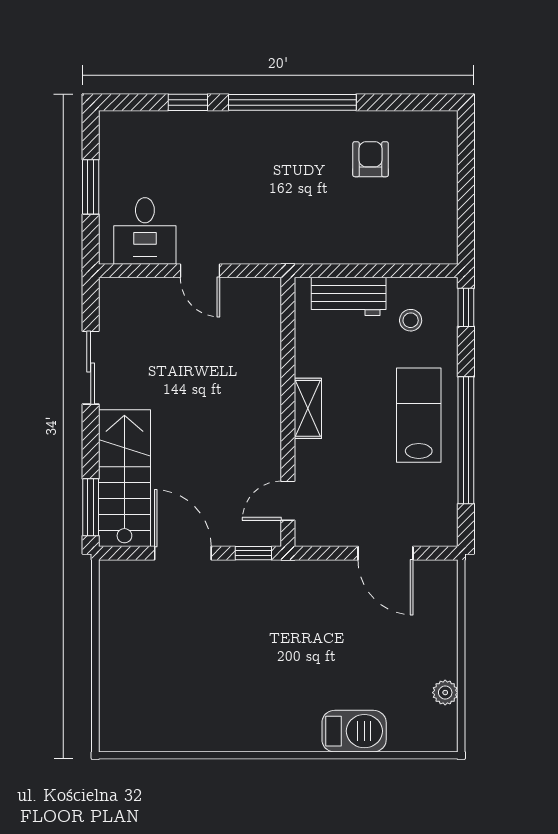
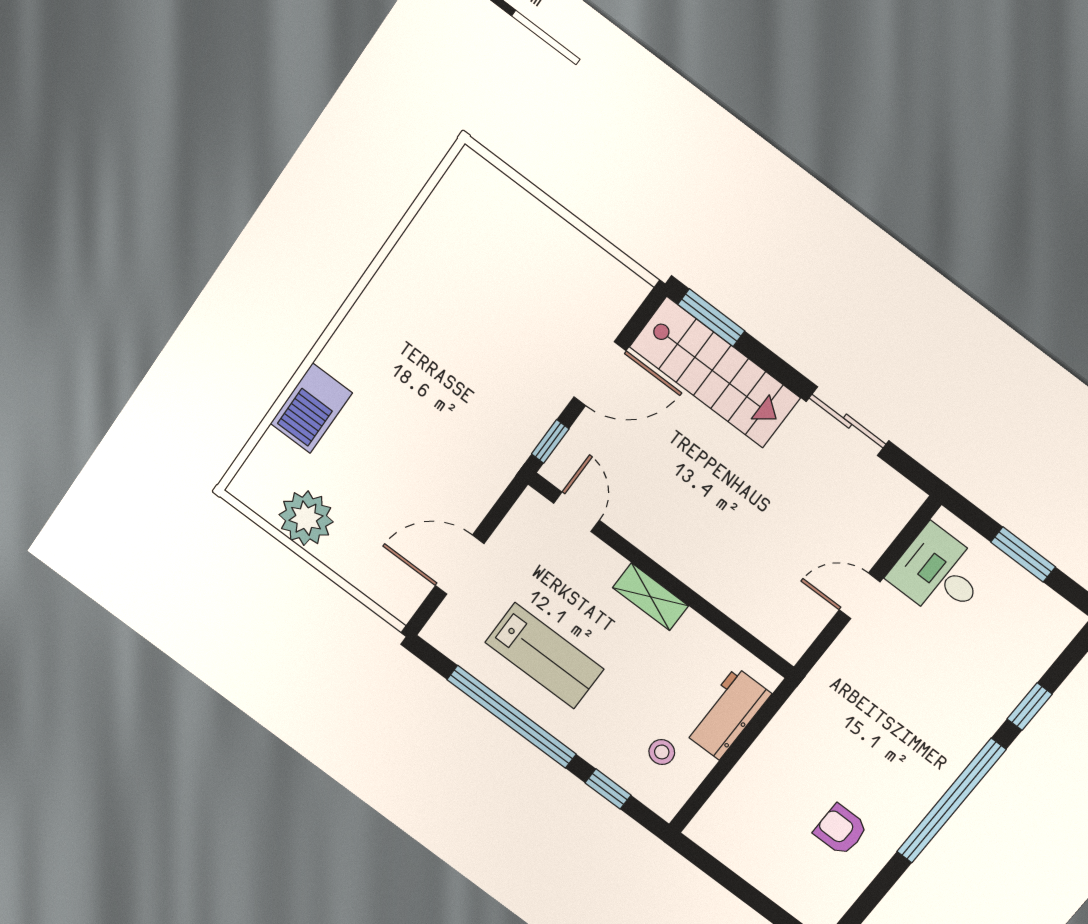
armchair: (371, 159) -> (841, 830), turned 180
window: (466, 307) -> (608, 789), moved
lab bench: (419, 415) -> (544, 656), moved
plant: (445, 693) -> (306, 518), width x1.87, depth x1.87

